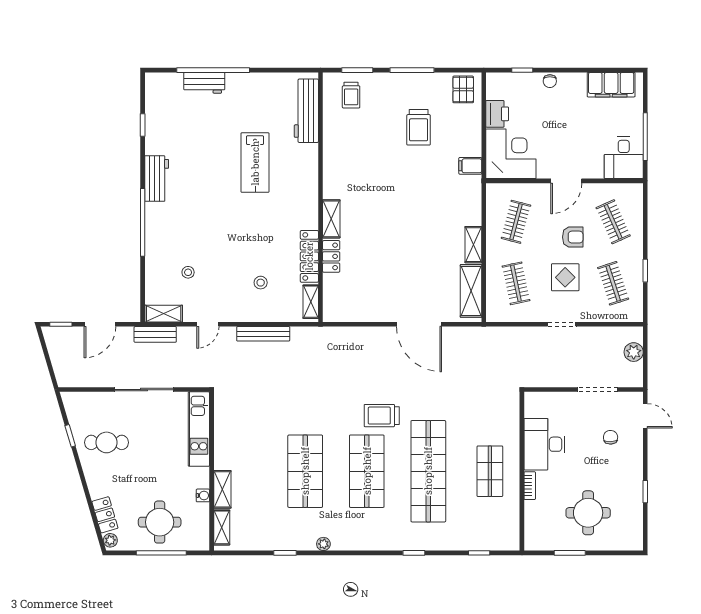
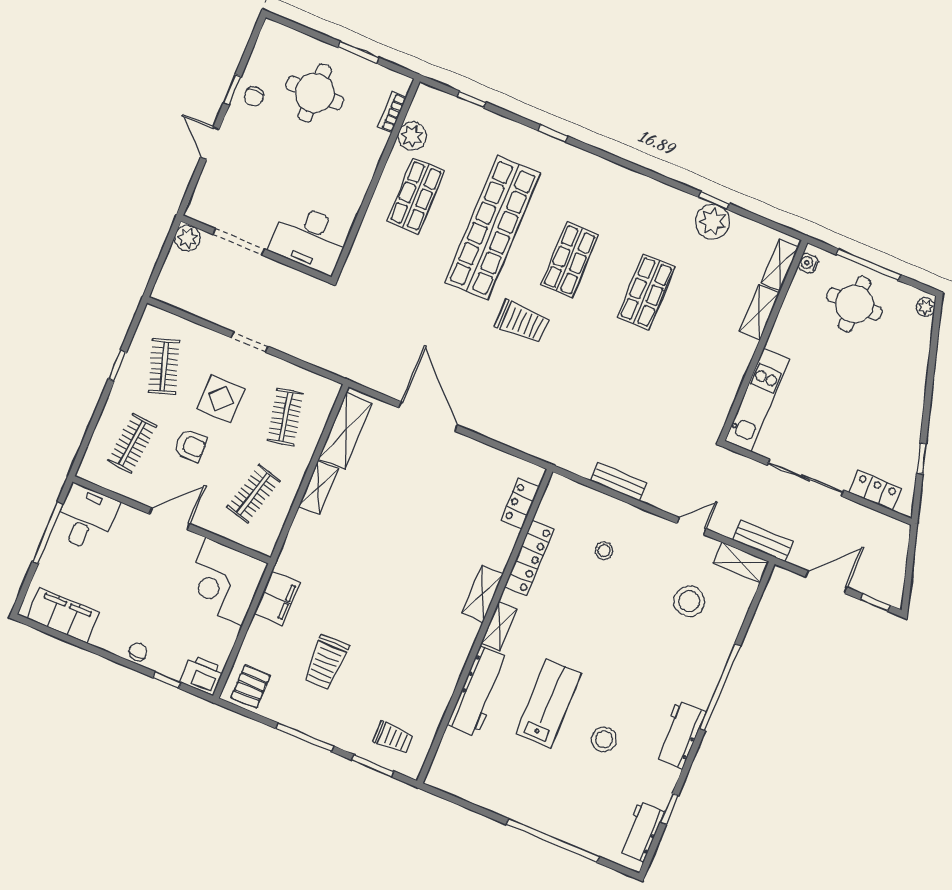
workbench: (204, 83) -> (641, 832), moved, turned -90
trolley: (351, 95) -> (393, 738), turned 90
workbench: (306, 111) -> (479, 691), moved
printer: (497, 114) -> (202, 675), moved, turned 90
trolley: (419, 127) -> (326, 662), turned 180
stool: (207, 154) -> (604, 739), added
filing cabinet: (470, 166) -> (277, 598), width x2.00
clothes rail: (613, 222) -> (132, 443), turned 30
armchair: (573, 237) -> (190, 445), turned 180
locker: (331, 256) -> (520, 504), moved
stool: (188, 272) -> (689, 601), width x1.89, depth x1.89
shelving: (311, 302) -> (499, 626), moved
bench: (263, 334) -> (619, 482), width x0.73
plant: (634, 352) -> (188, 238), moved
door: (645, 416) -> (210, 143), moved
chair: (611, 437) -> (254, 96), moved
cafe table: (106, 442) -> (880, 431), removed
desk: (544, 444) -> (310, 238), moved, turned 90
shop shelf: (305, 471) -> (646, 292), width x0.70, depth x0.74
shop shelf: (367, 471) -> (569, 260), width x0.70, depth x0.74
bookcase: (530, 486) -> (392, 112), moved
water cooler: (203, 495) -> (808, 263), moved
plant: (509, 511) -> (412, 136), added
locker: (105, 515) -> (875, 491), moved, turned 106
plant: (323, 544) -> (713, 222), moved, width x1.87, depth x1.87

